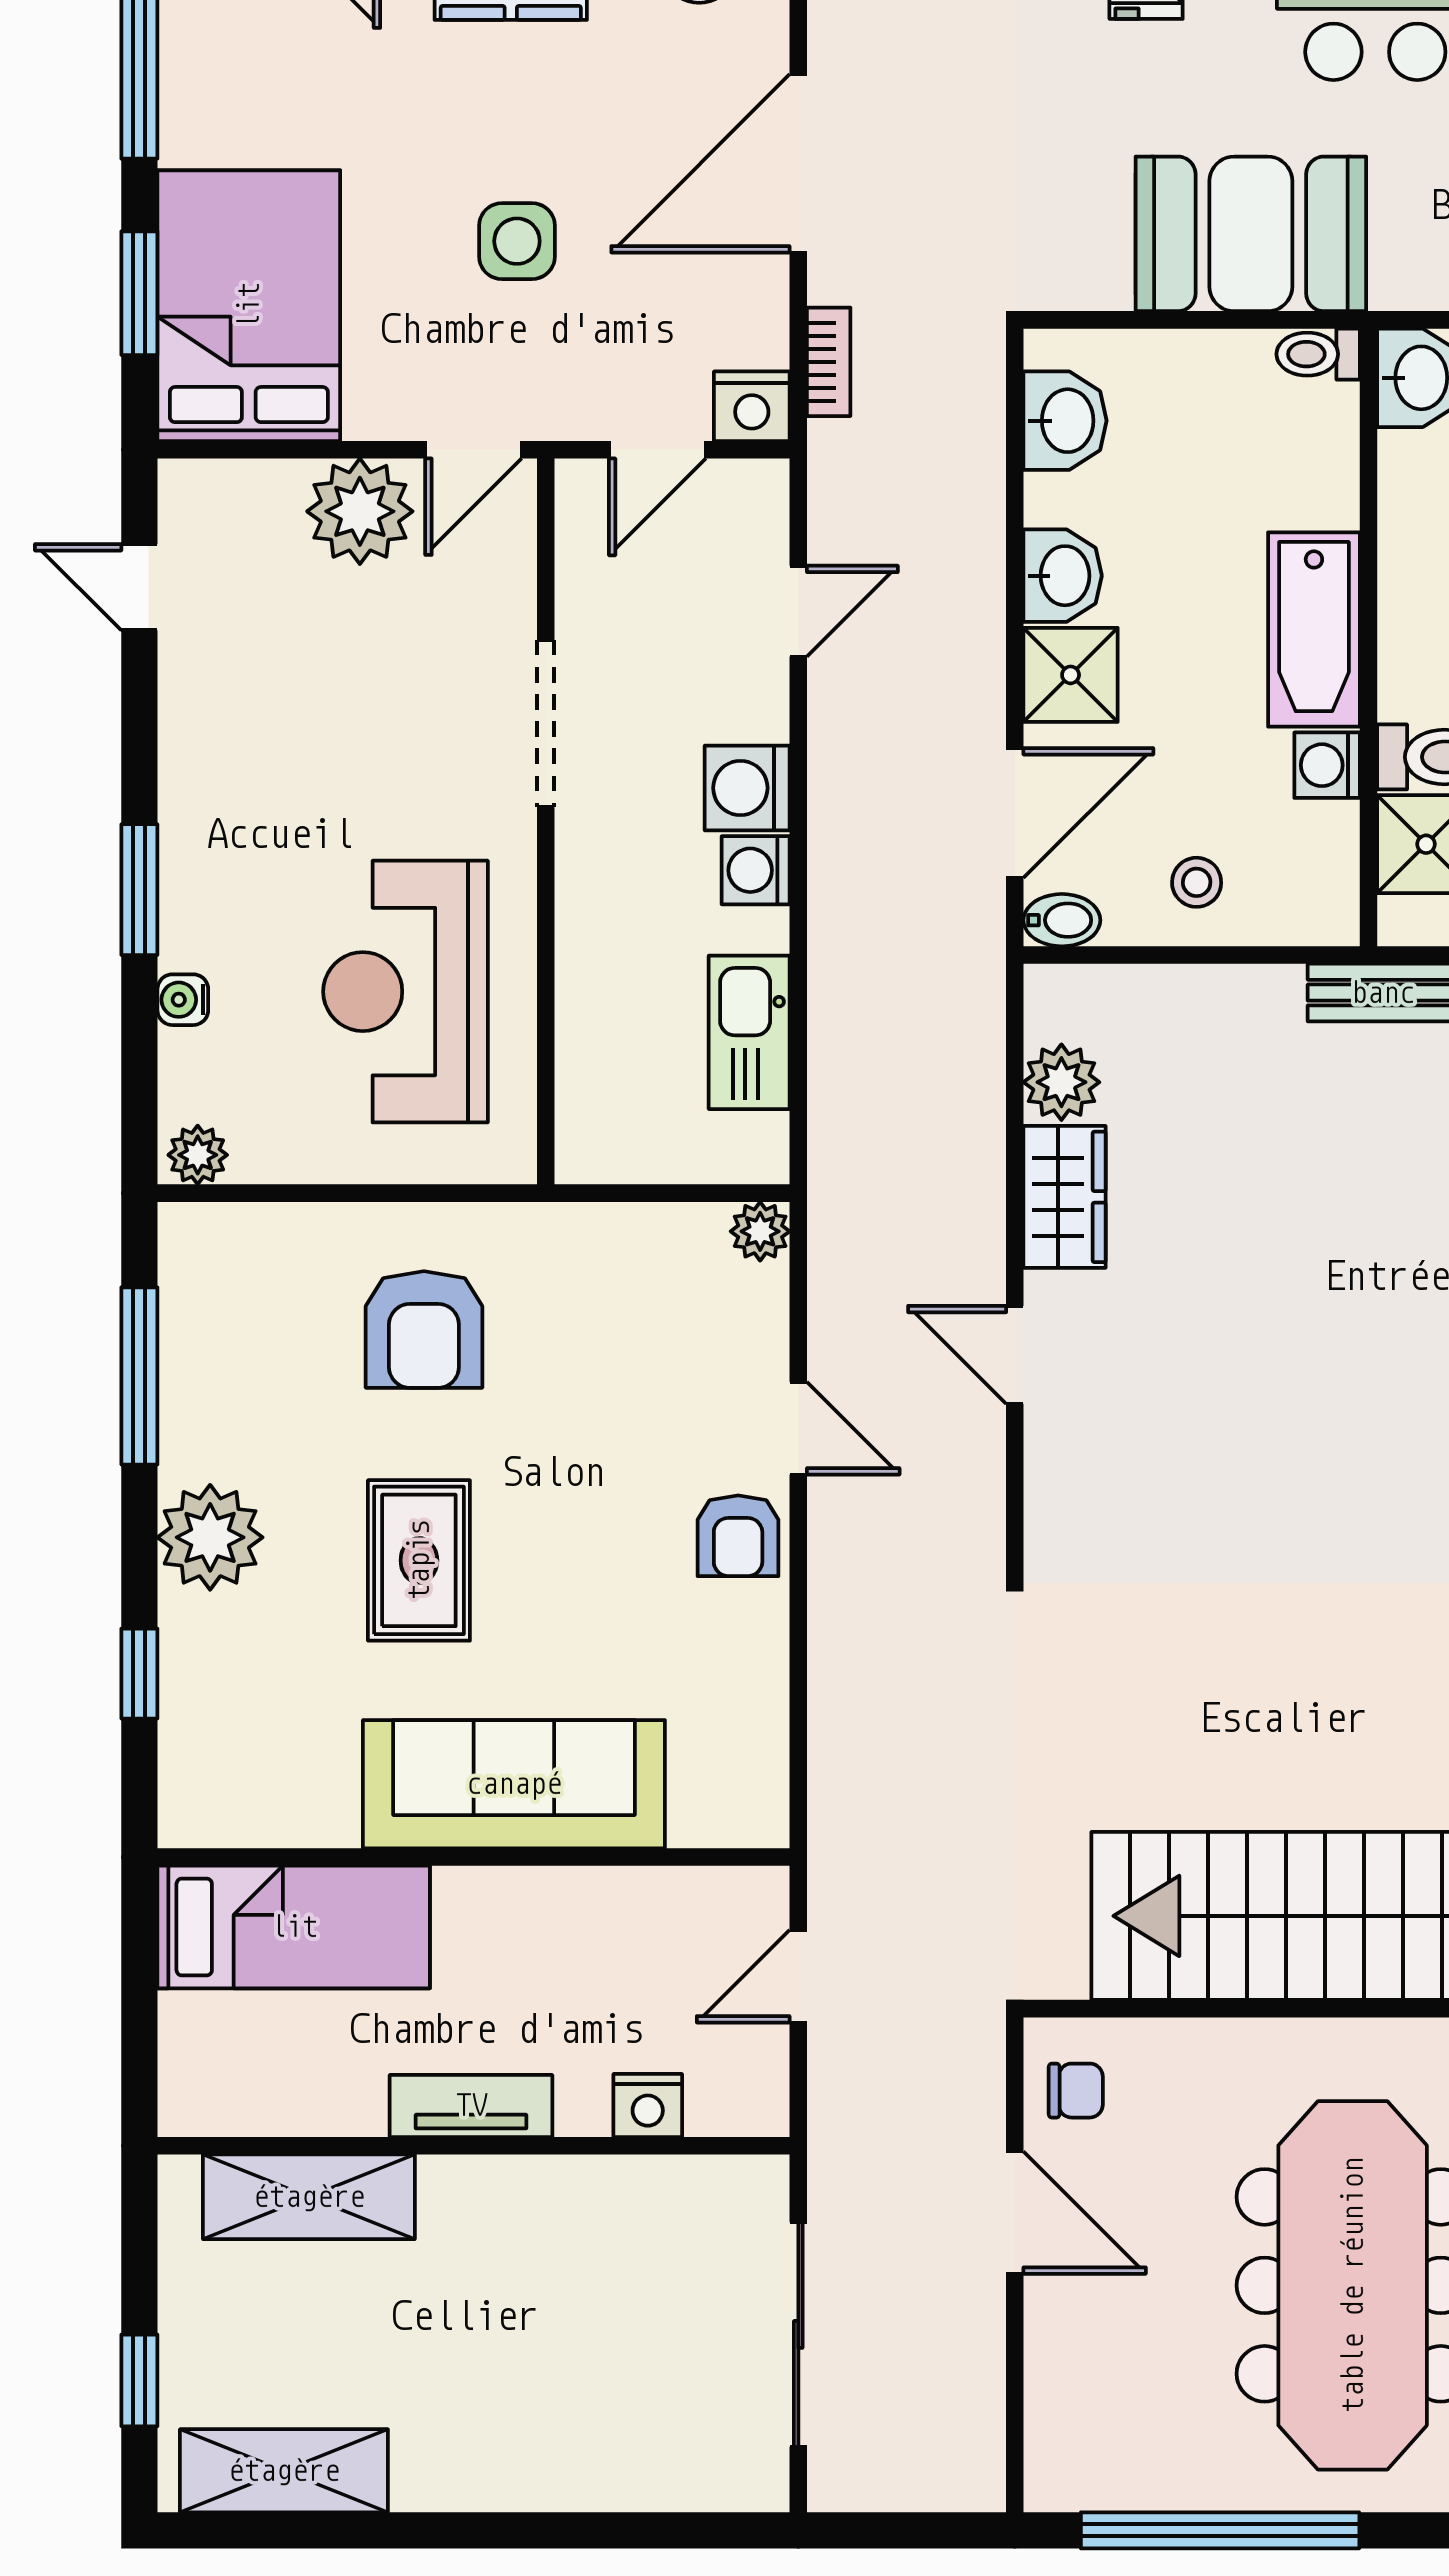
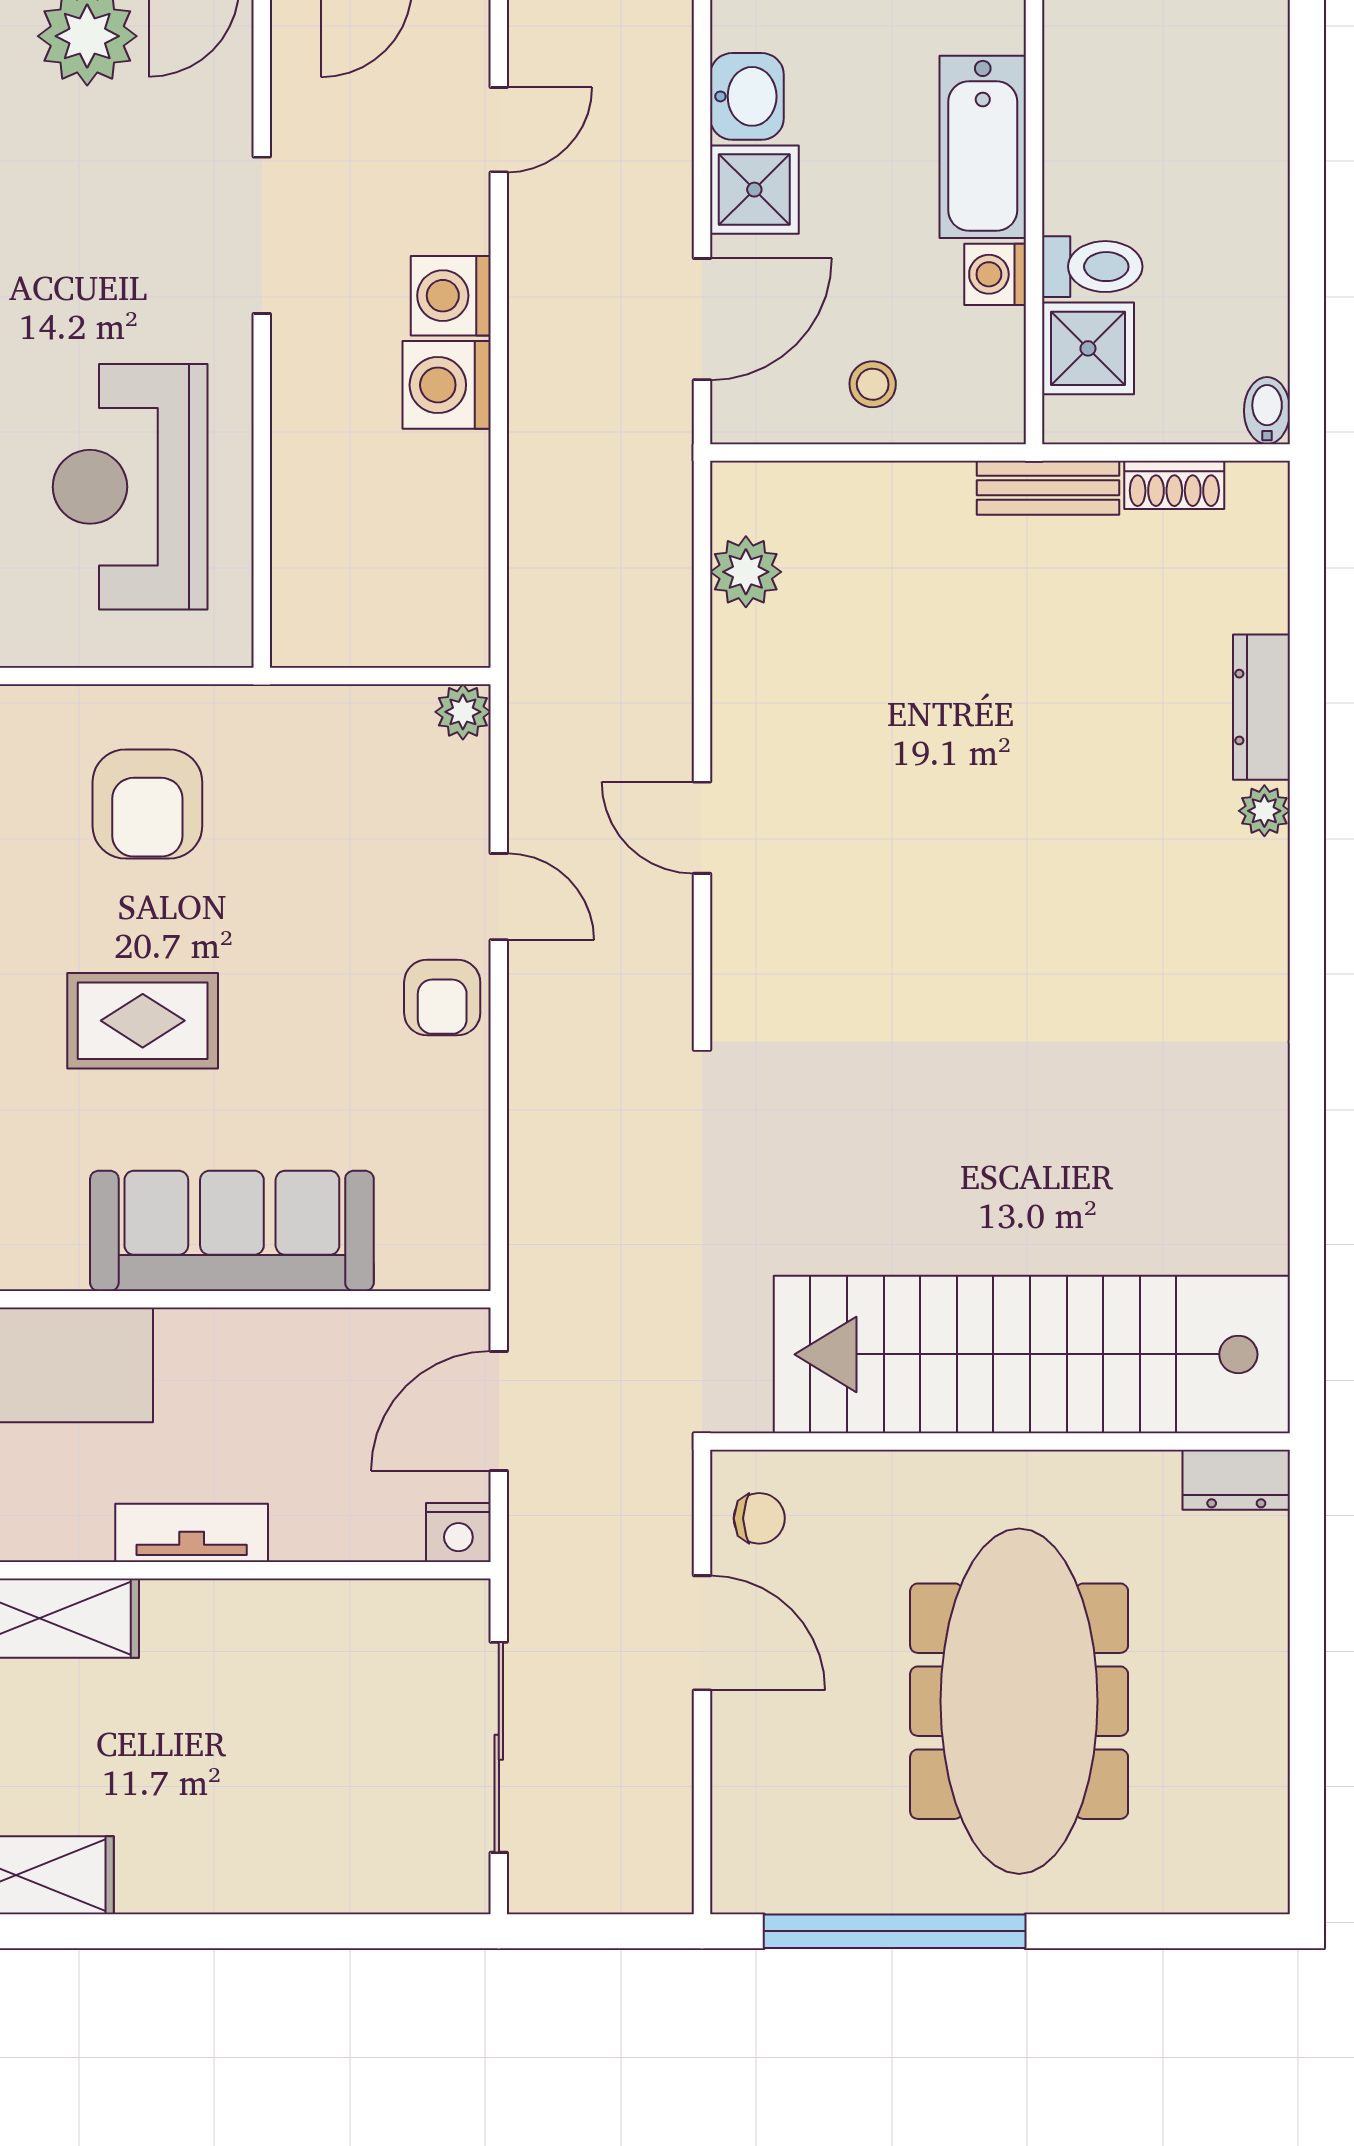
washing machine: (756, 870) -> (447, 385), width x1.38, depth x1.38
bidet: (1062, 920) -> (746, 420), removed
kitchen sink: (749, 1032) -> (453, 525), removed
wardrobe: (1065, 1197) -> (749, 680), removed
rug: (419, 1560) -> (143, 1021), turned 90
door: (798, 1976) -> (499, 1411), width x1.38
nightstand: (648, 2106) -> (458, 1532), moved

